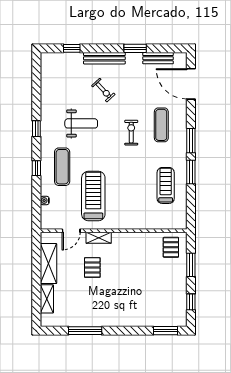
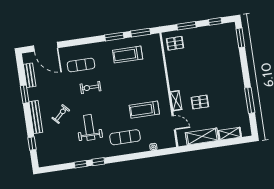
door: (191, 84) -> (46, 47), hinge flipped
window: (191, 141) -> (141, 33), moved
window: (36, 168) -> (81, 164), moved
treadmill: (93, 196) -> (144, 110), width x0.73, depth x0.73

